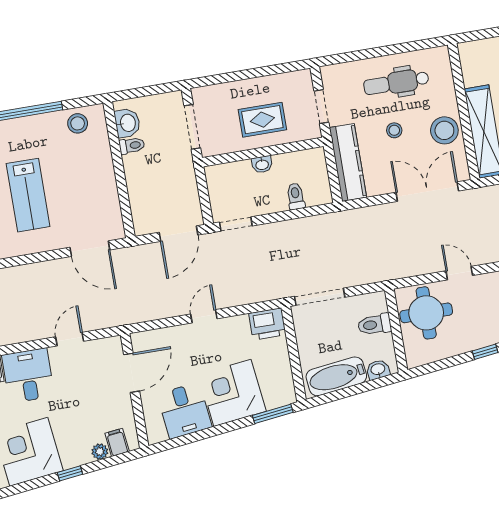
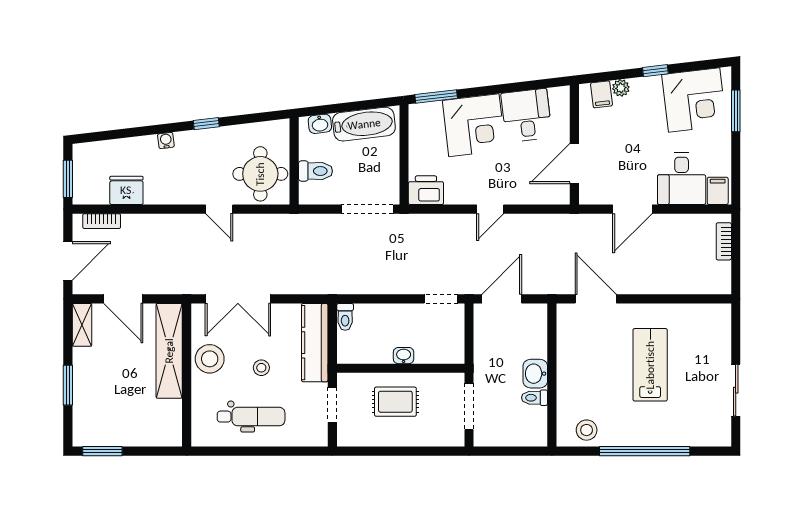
washbasin: (127, 123) -> (535, 374), moved
toilet: (296, 196) -> (345, 317), moved
door: (70, 339) -> (632, 209), width x1.38

